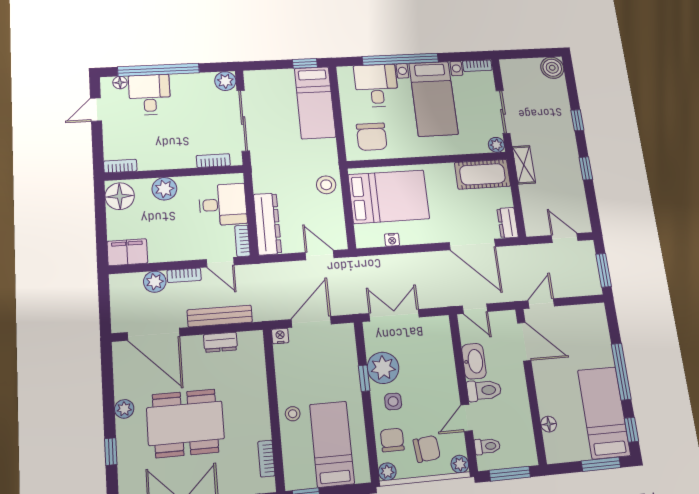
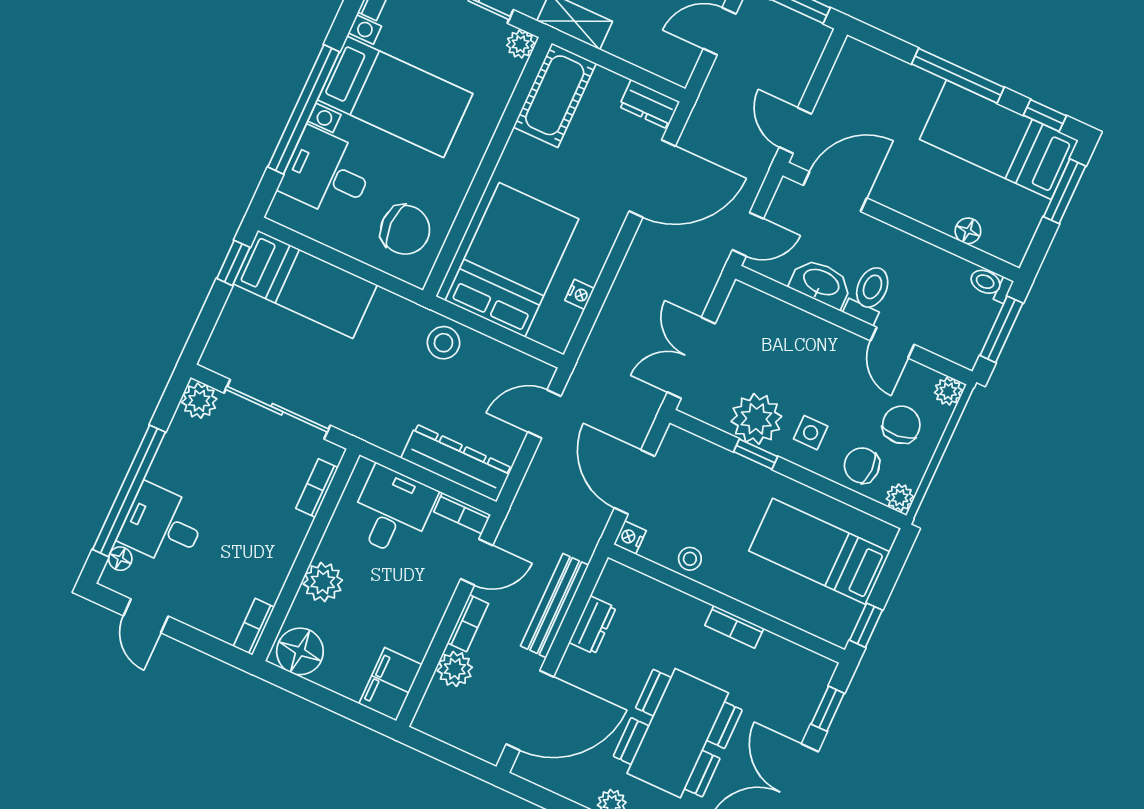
stool: (293, 414) -> (690, 559), moved
toilet: (487, 446) -> (990, 284), moved, turned -90
bookcase: (266, 459) -> (734, 627), moved

